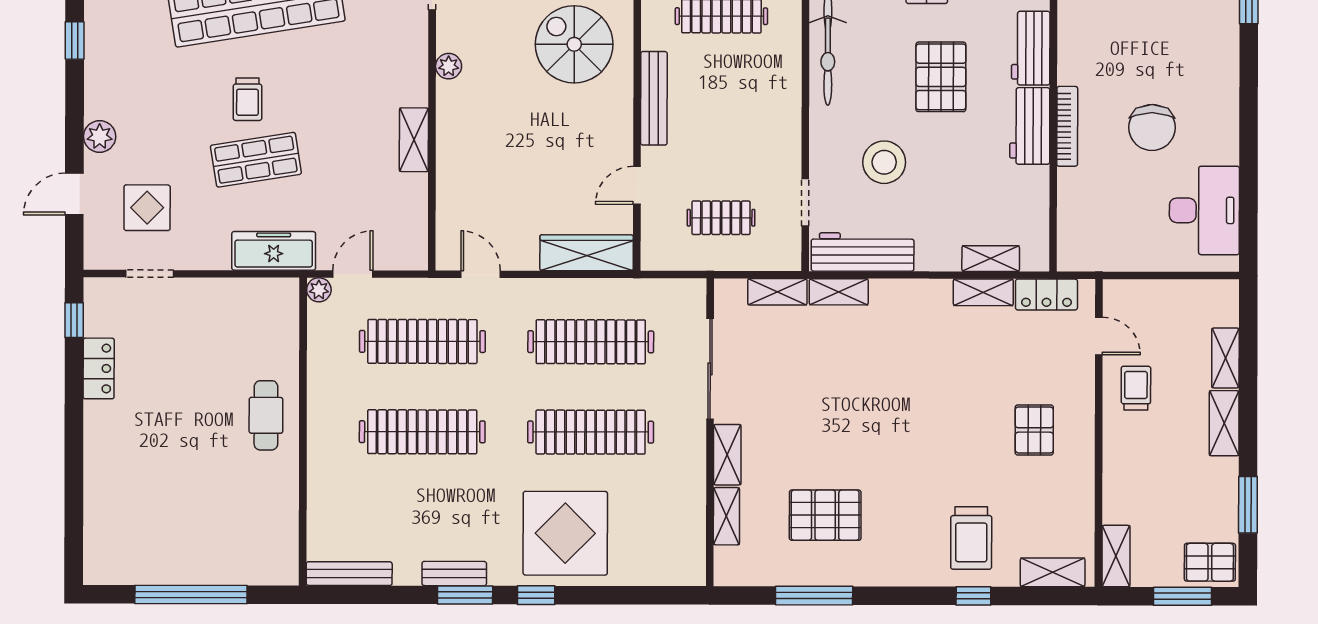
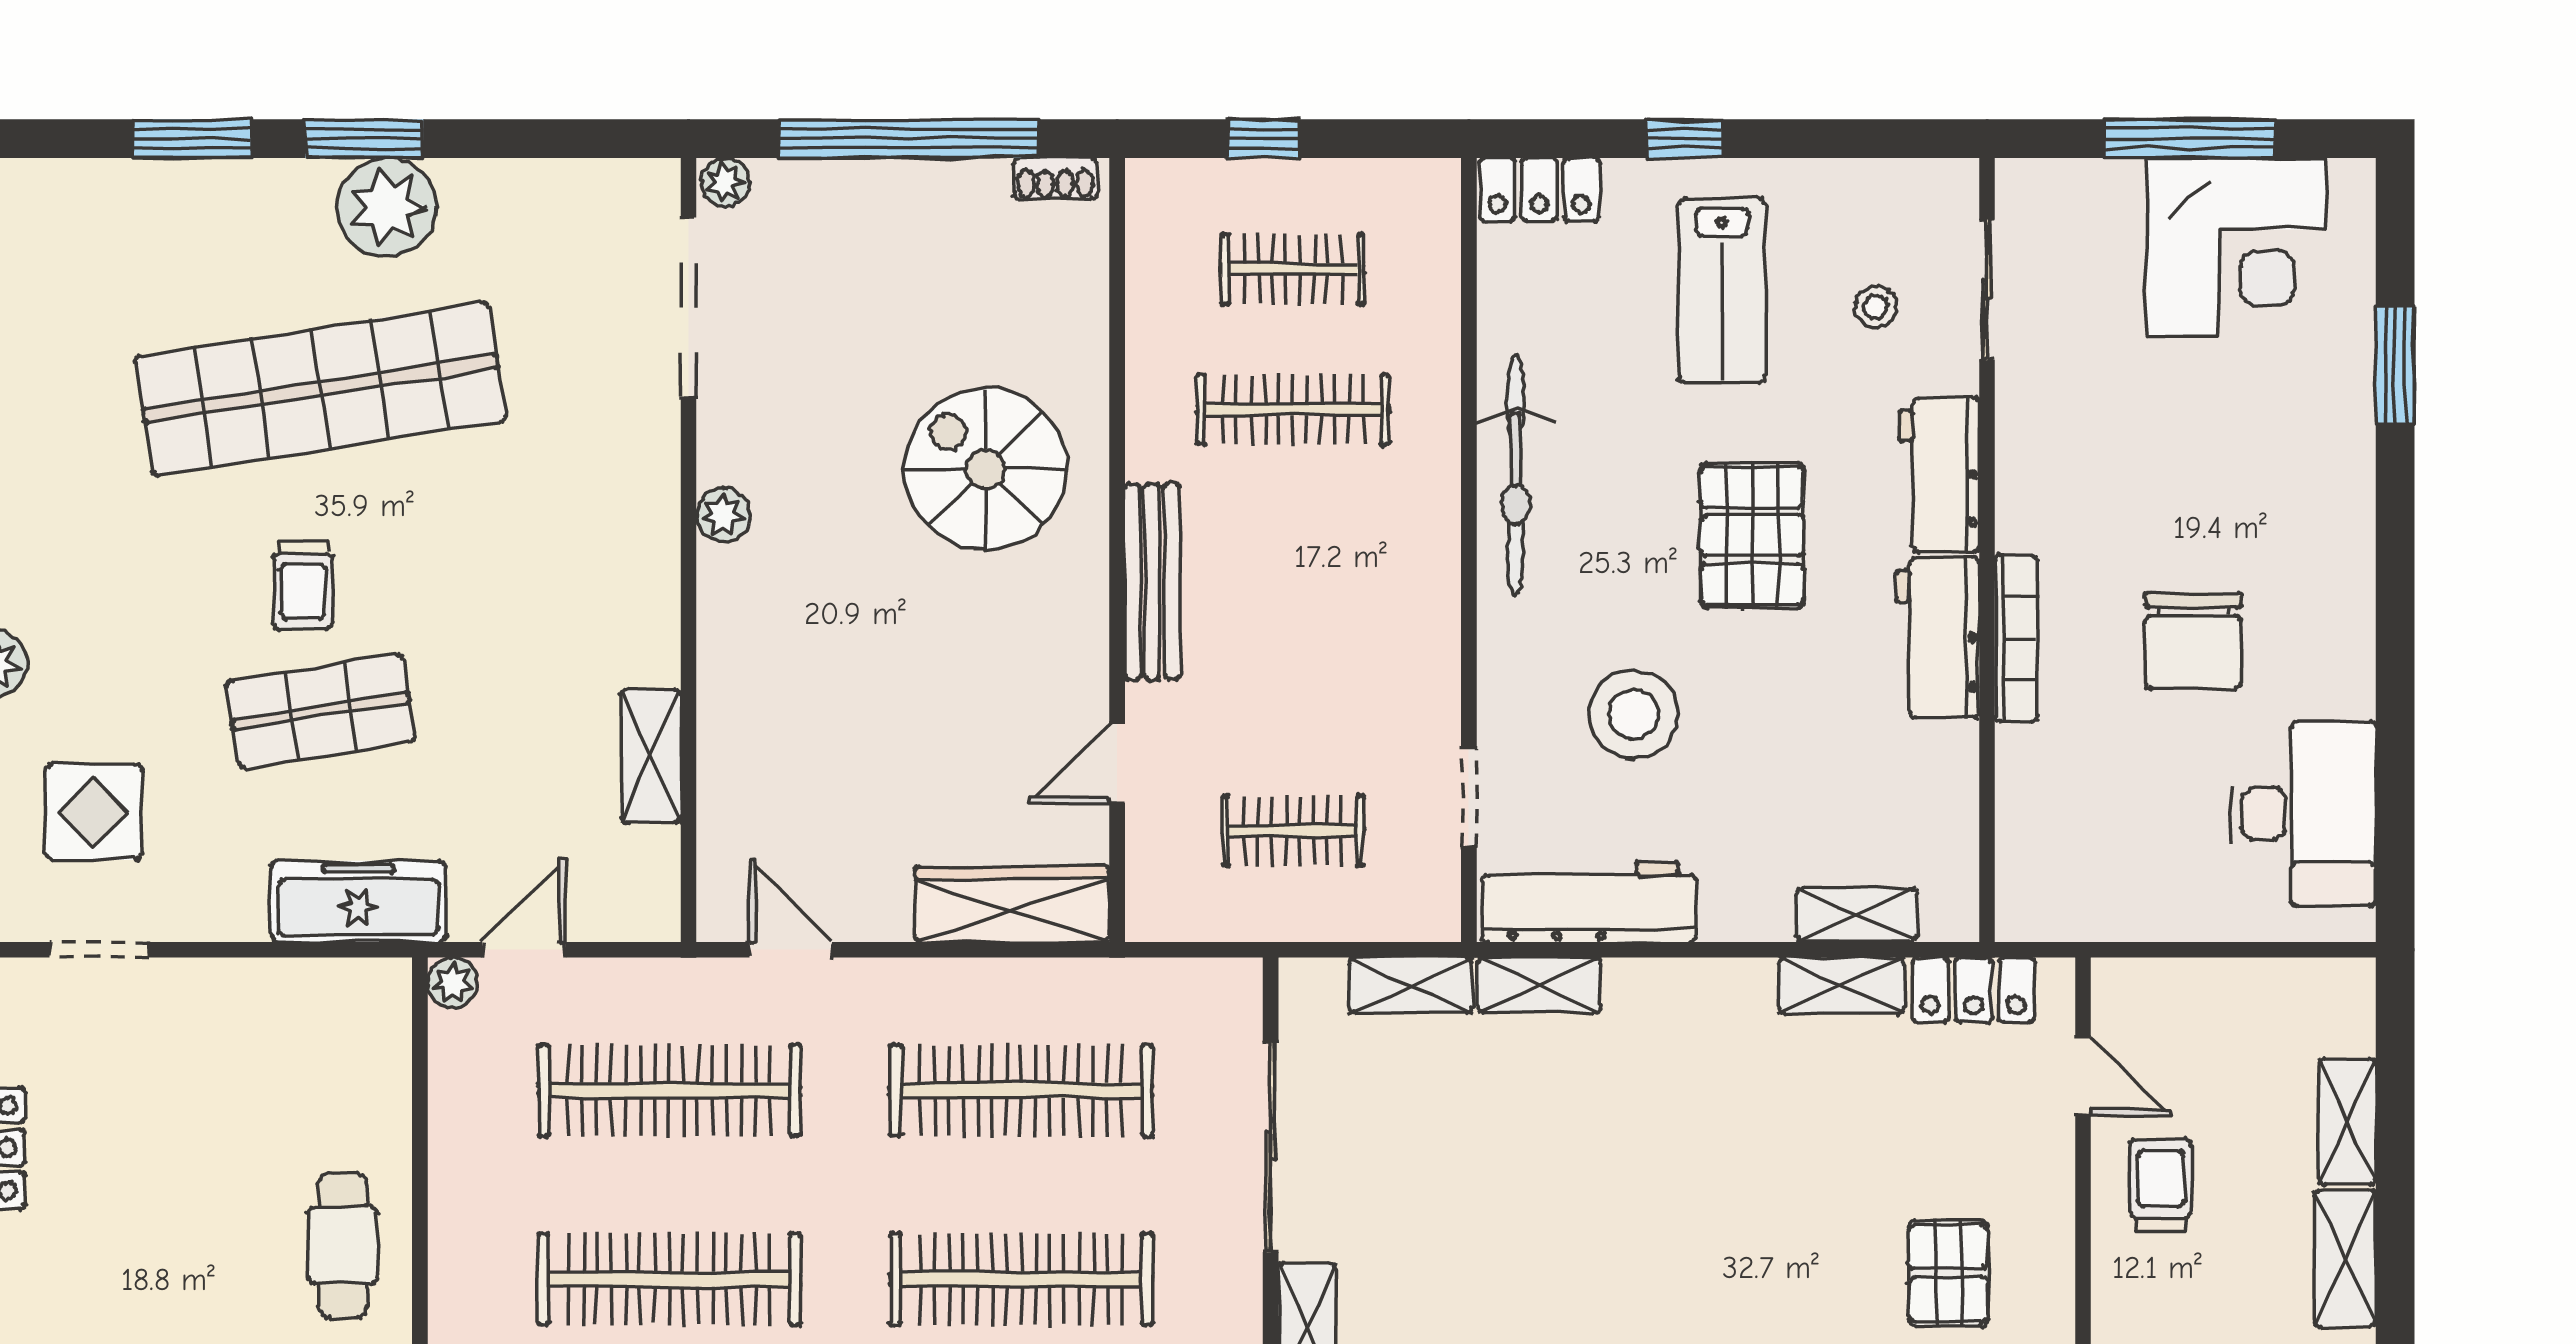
shelving: (414, 140) -> (651, 756), moved

